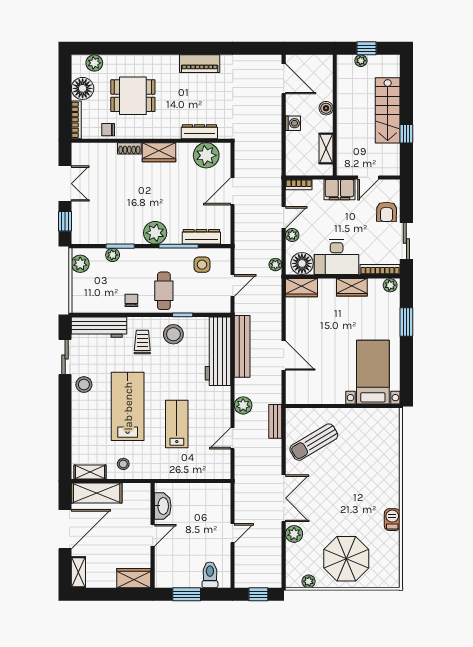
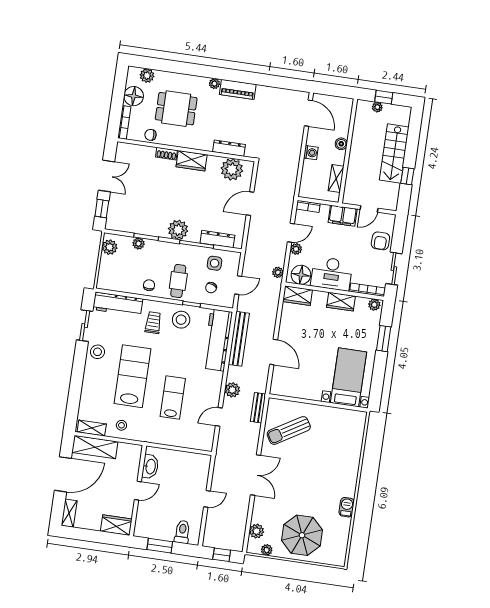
plant: (172, 61) -> (214, 84), added
chair: (202, 293) -> (211, 288), added
plant: (294, 534) -> (257, 531), moved

